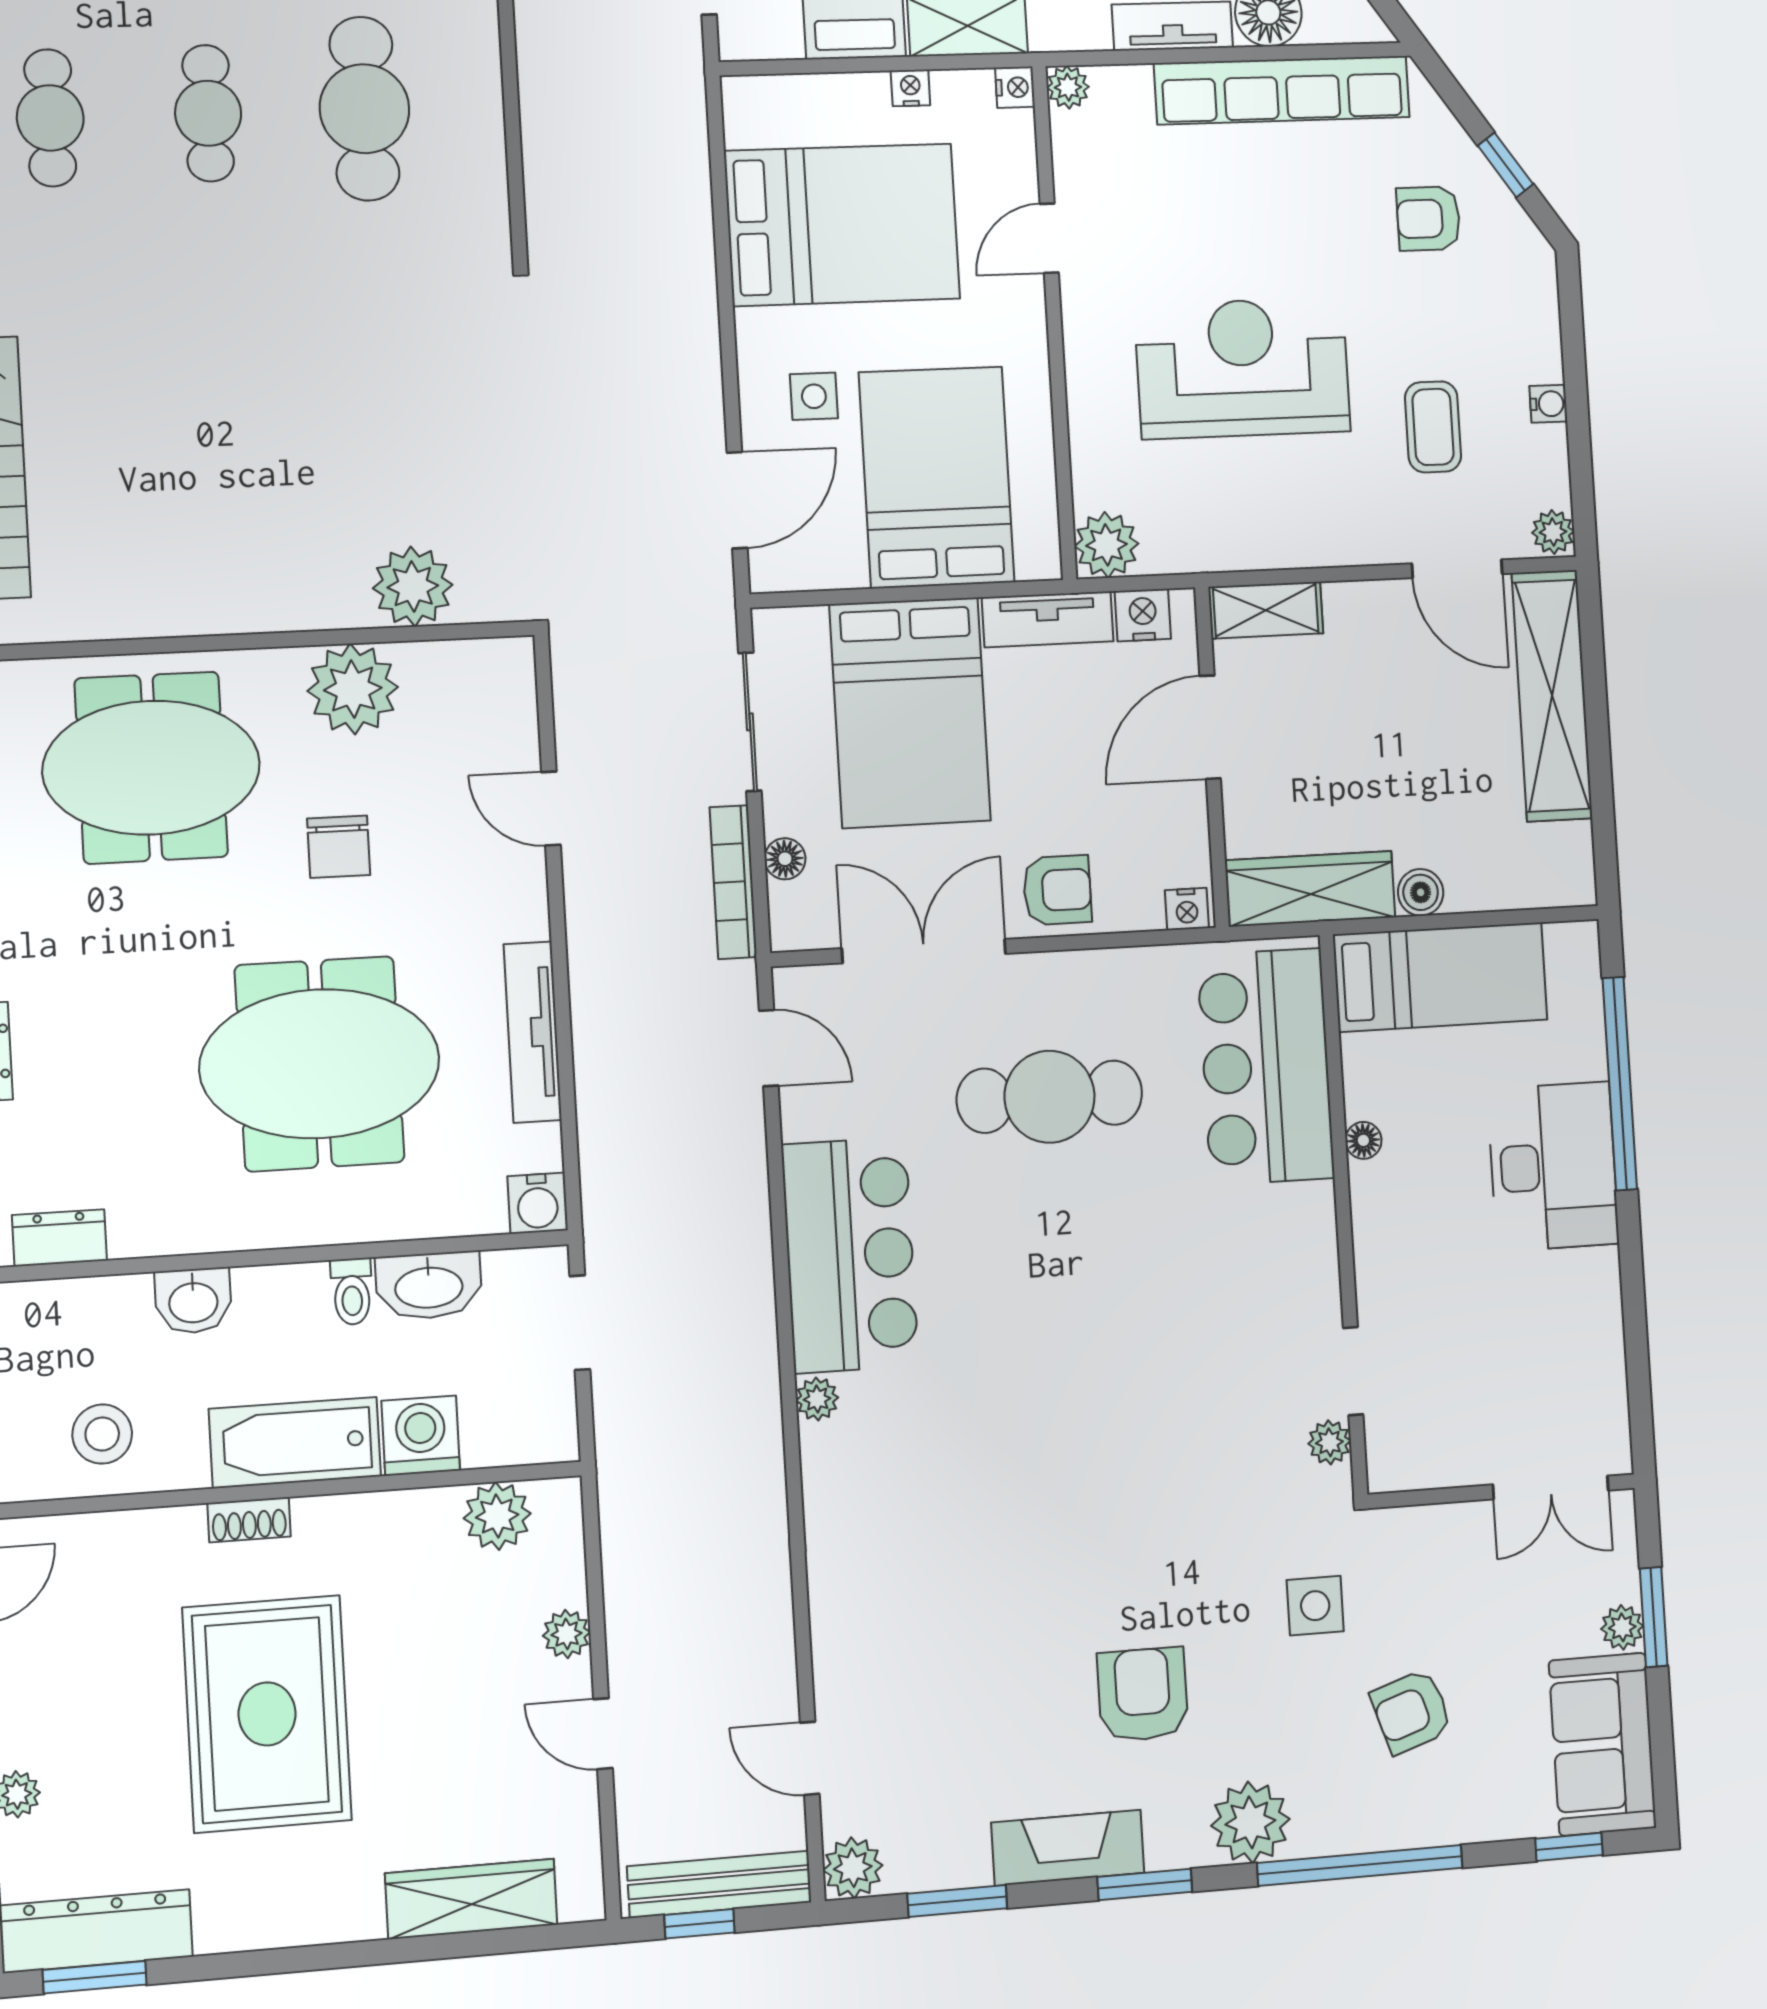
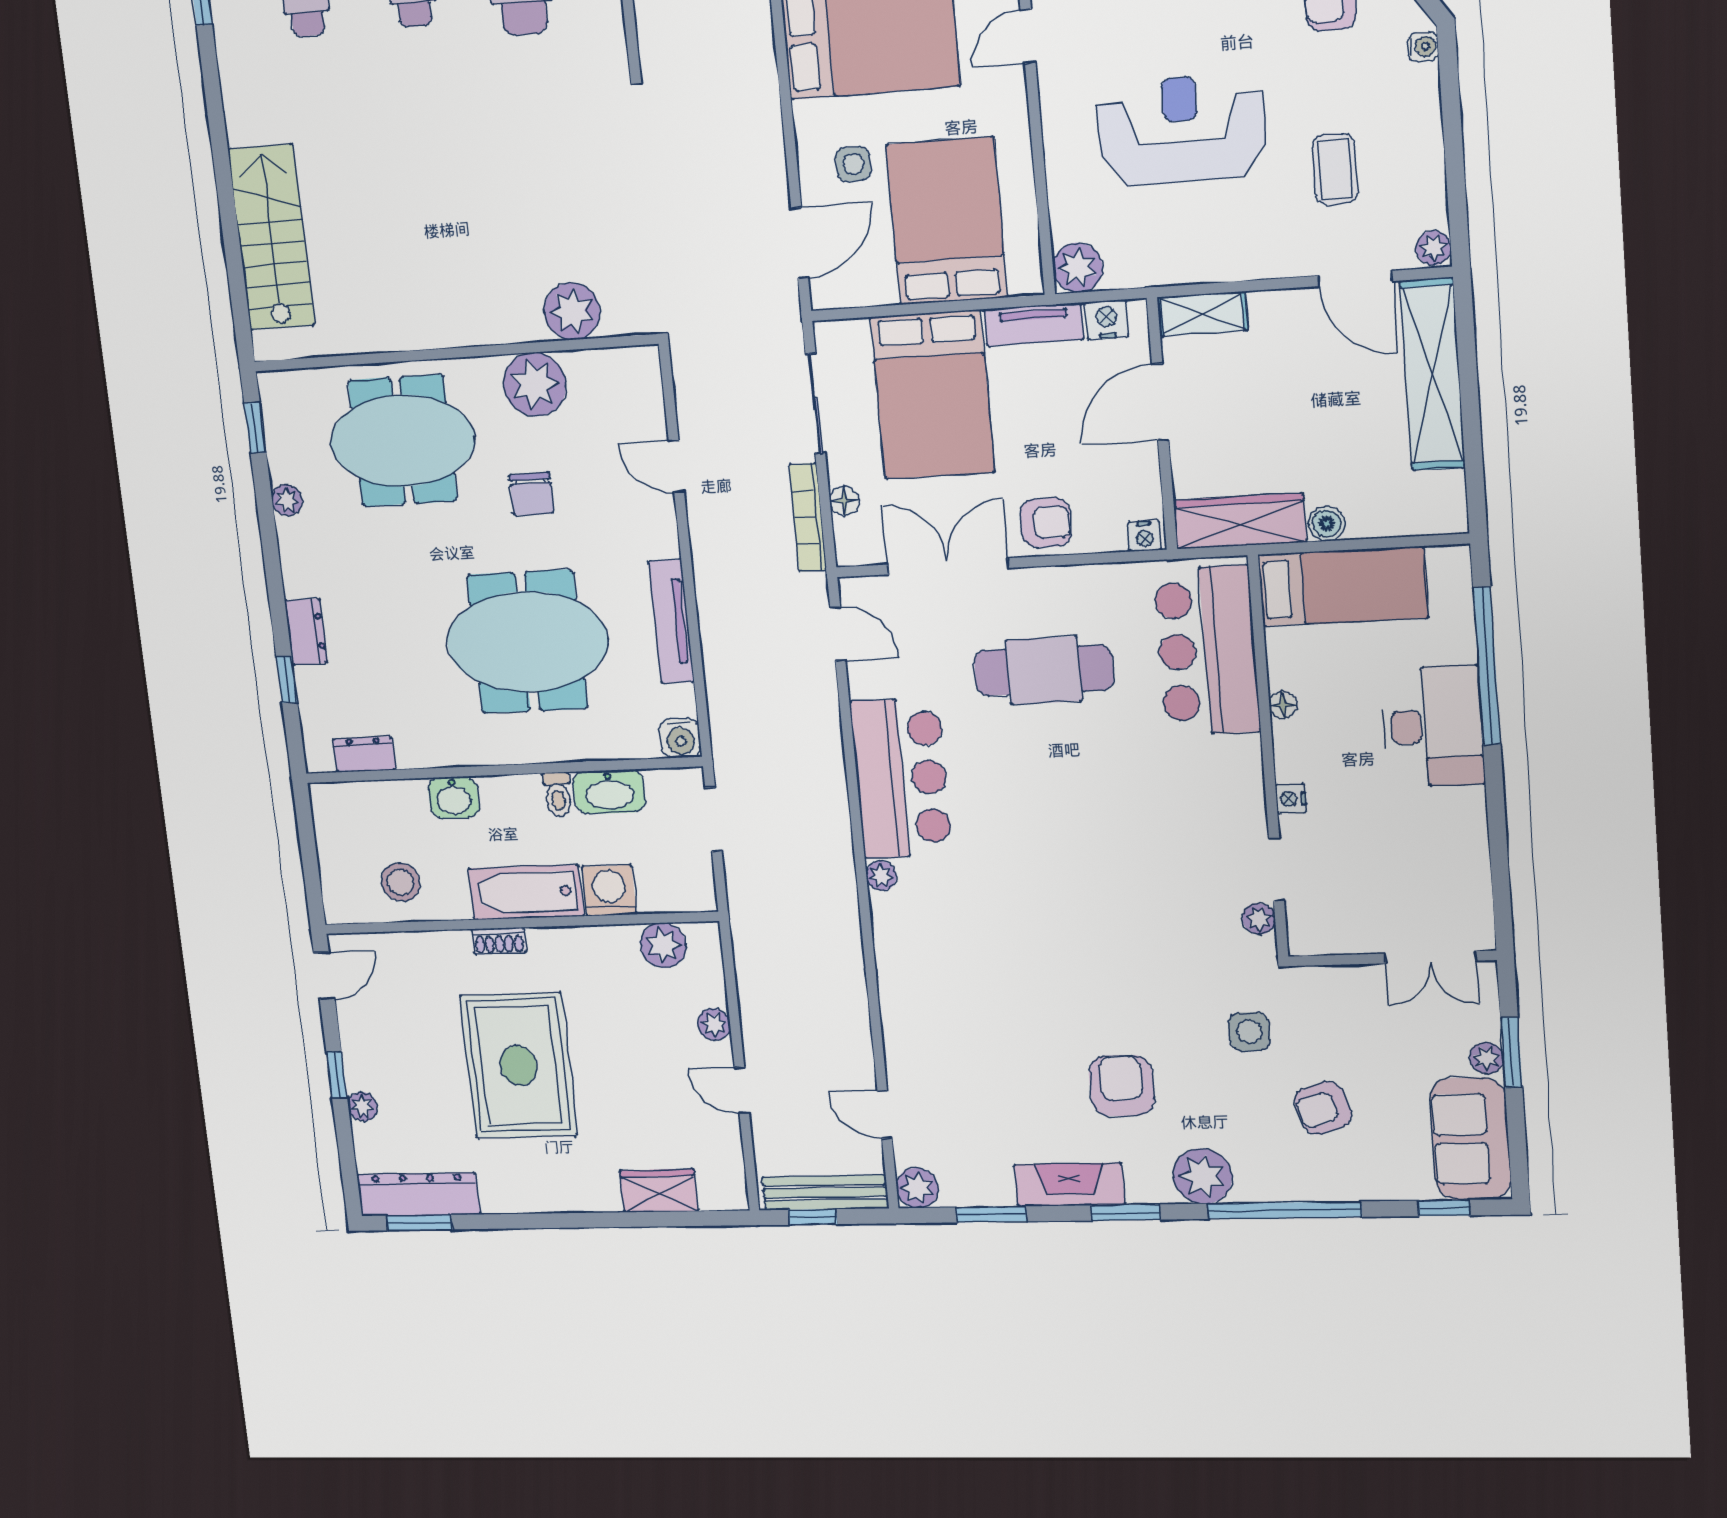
water cooler: (1548, 404) -> (1423, 47), moved
nightstand: (1372, 1271) -> (1291, 799), added
wardrobe: (471, 1899) -> (659, 1191), width x0.67

